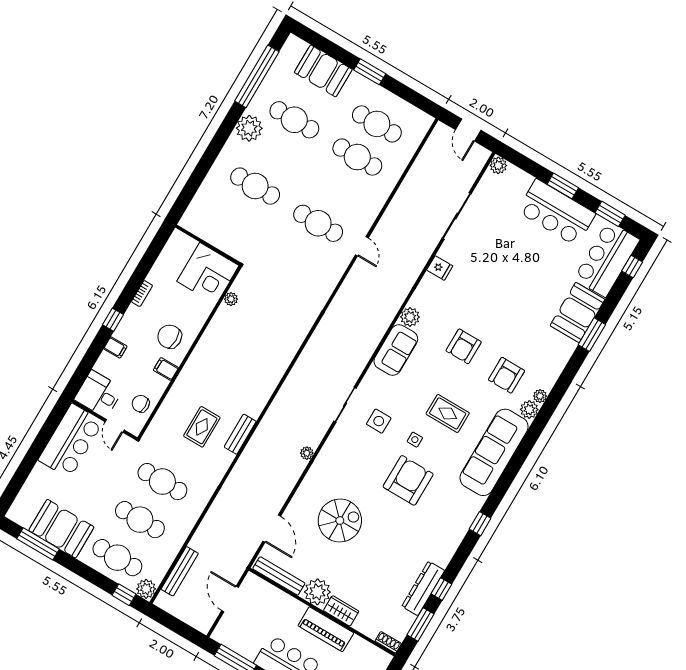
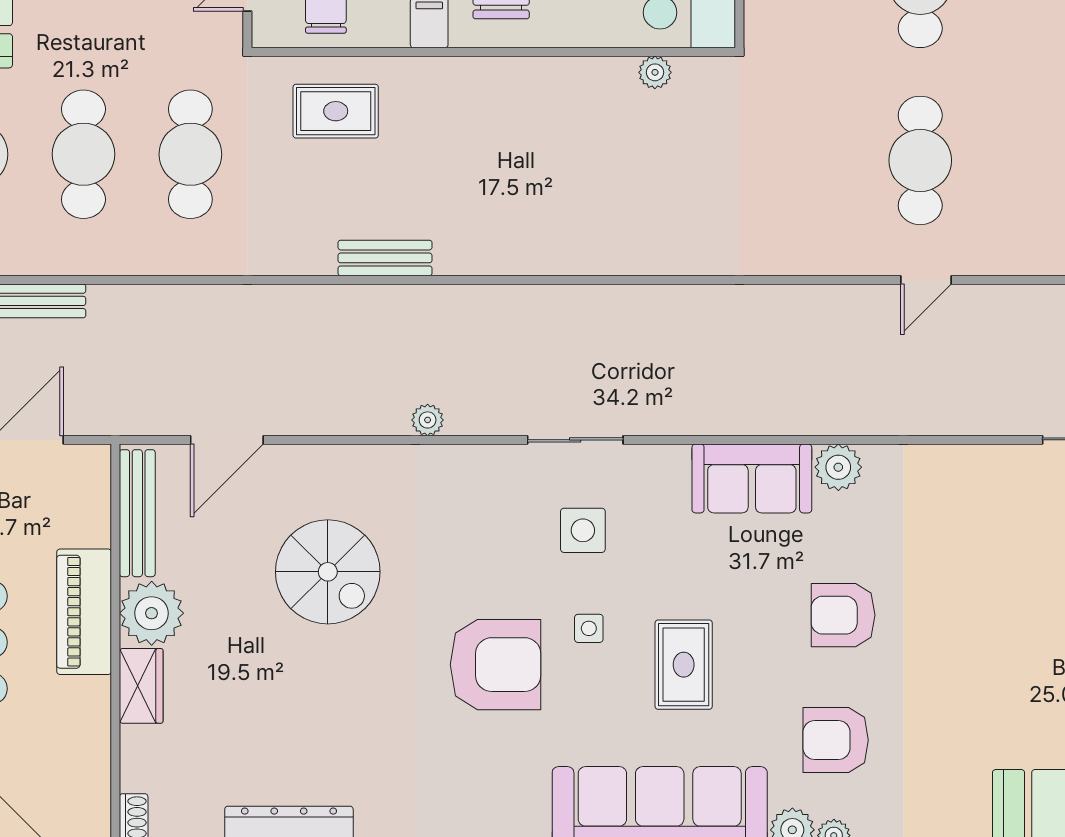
fridge: (440, 268) -> (977, 469), removed
rug: (202, 427) -> (336, 111), moved
piano: (326, 629) -> (84, 612), moved

